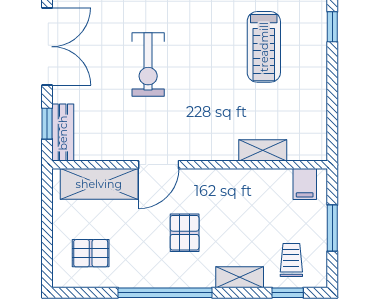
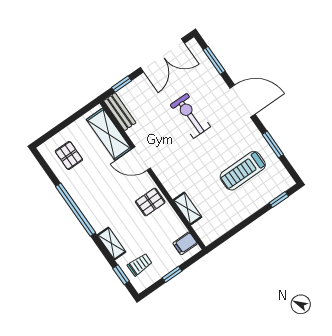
exercise bike: (148, 65) -> (190, 116), turned 90
bench: (63, 133) -> (120, 112), moved, turned 90
window: (332, 228) -> (172, 274), width x0.67
pallet: (185, 233) -> (150, 202), moved

